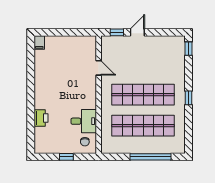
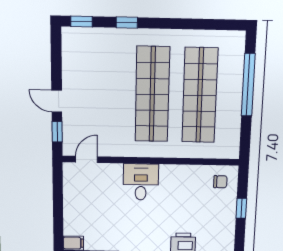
door: (99, 68) -> (86, 159), moved
window: (189, 98) -> (127, 22), moved
desk: (84, 121) -> (141, 182), moved

